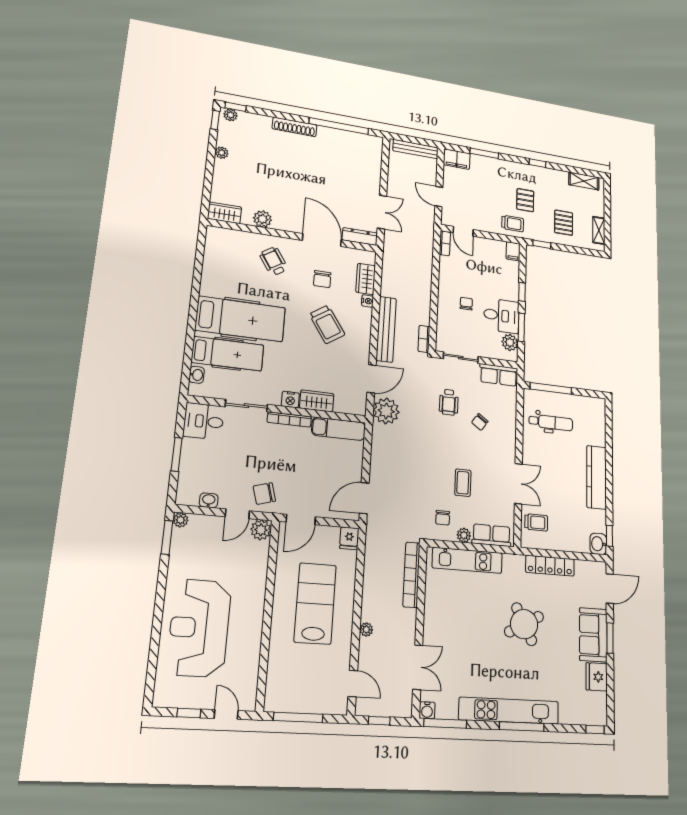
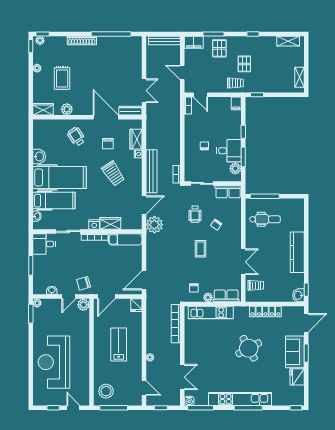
rug: (259, 174) -> (62, 78), added
pallet: (564, 223) -> (219, 48), moved
washbasin: (210, 282) -> (39, 157), added
coffee table: (463, 483) -> (200, 249), moved
lab bench: (315, 603) -> (119, 344), width x0.73, depth x0.72
stool: (287, 686) -> (106, 391), added

